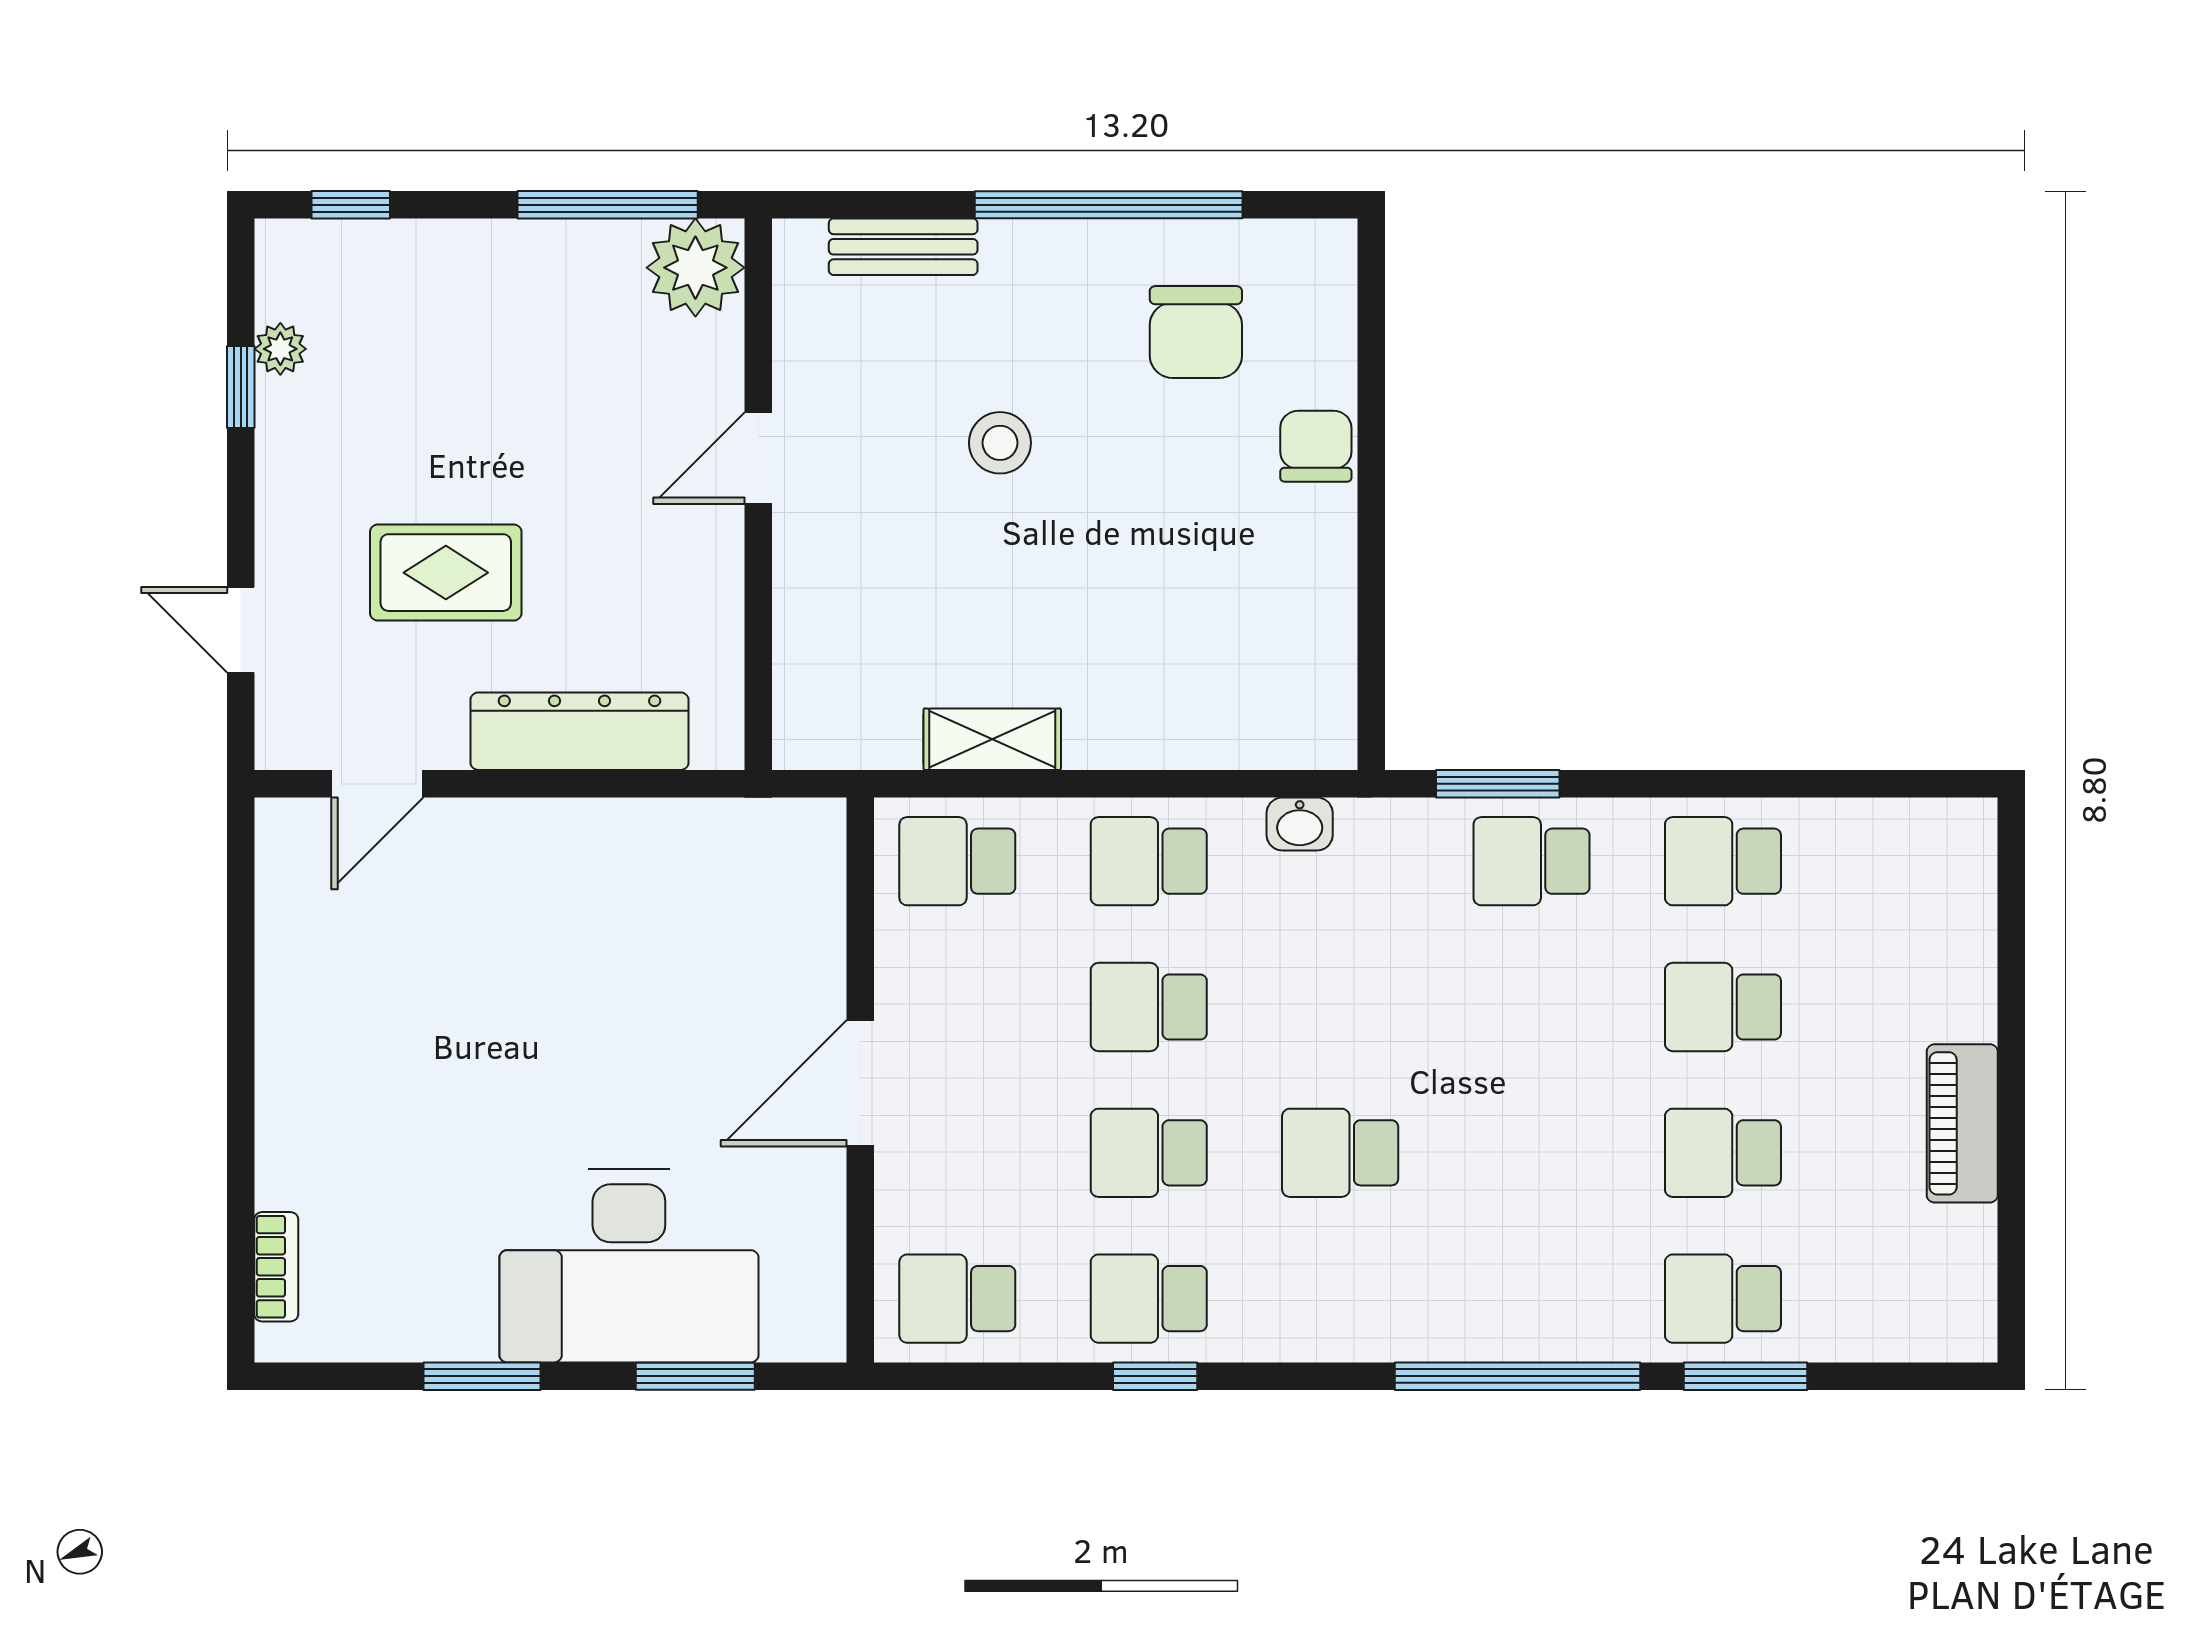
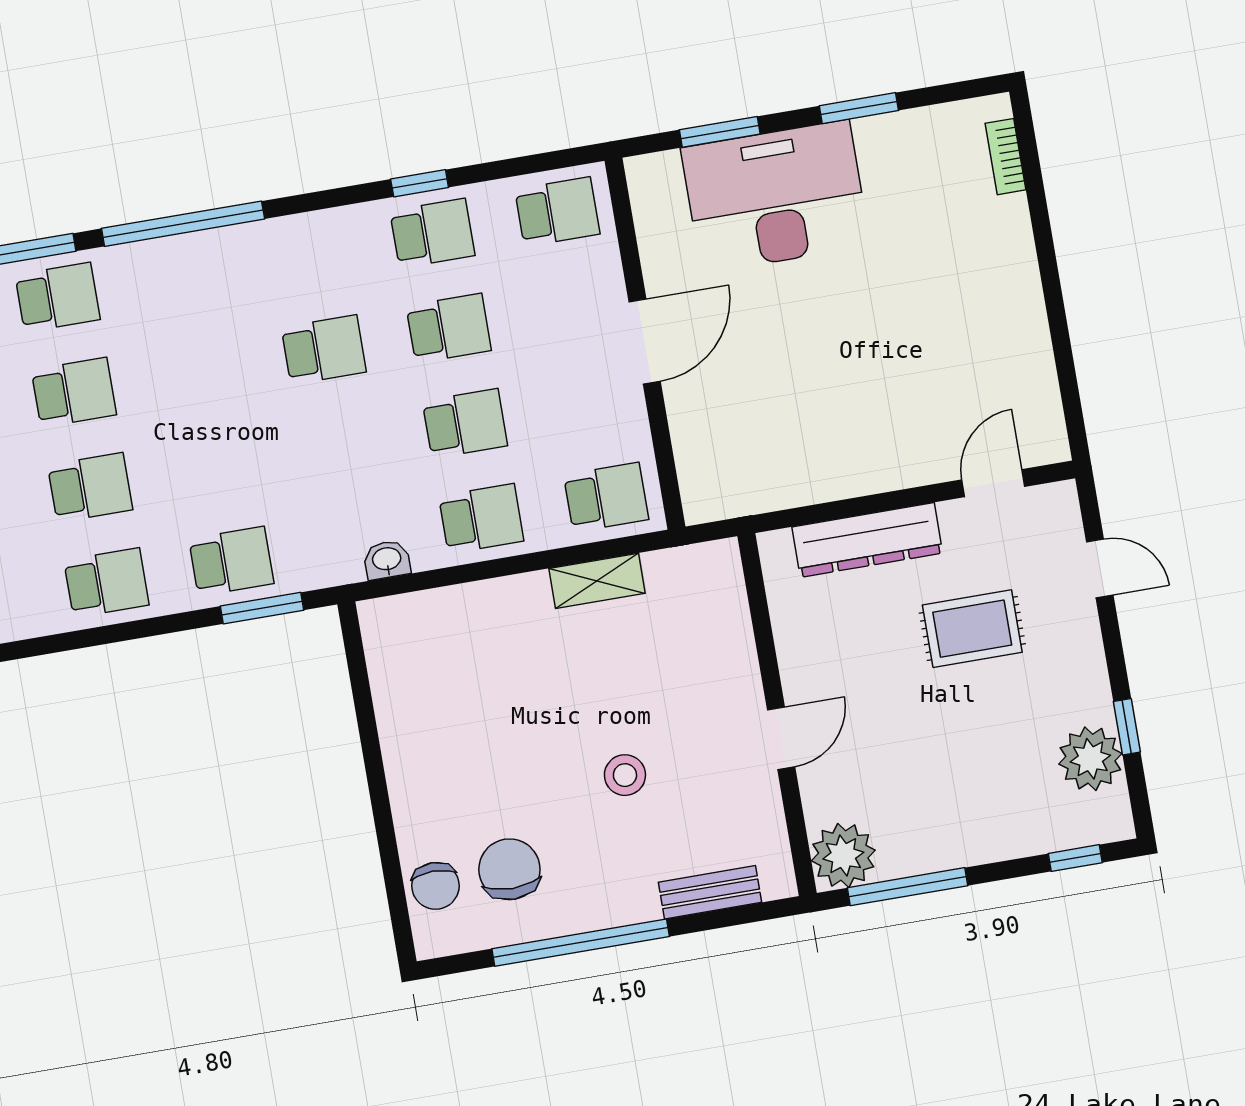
plant: (280, 349) -> (1090, 759), width x1.88, depth x1.88
chair: (1316, 446) -> (436, 886), moved

